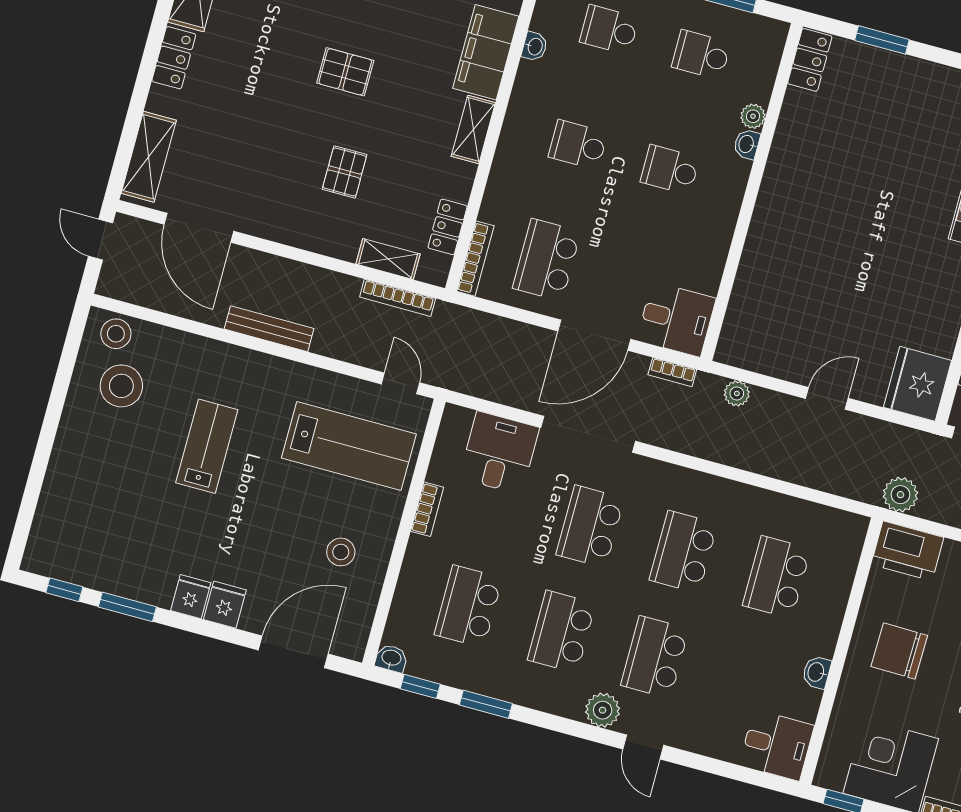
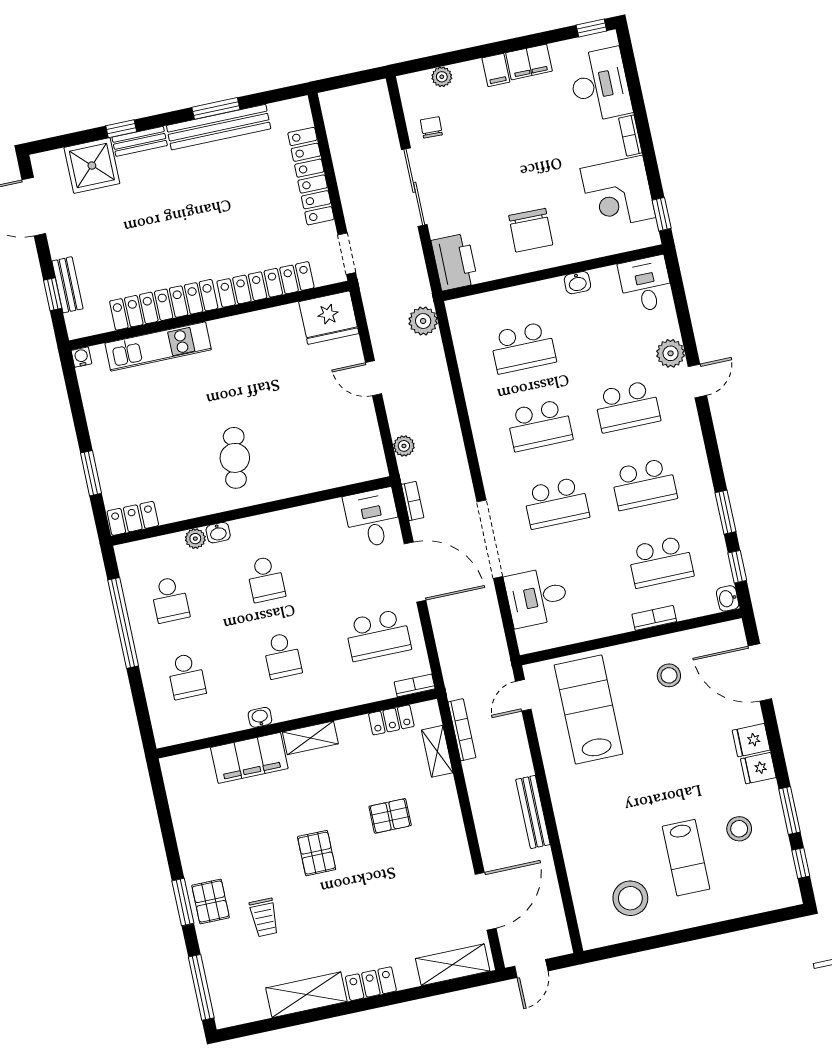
washbasin: (535, 46) -> (260, 717), moved
cafe table: (818, 204) -> (235, 458), added
bookcase: (475, 259) -> (415, 685), width x0.64
stool: (116, 334) -> (739, 829), moved
lab bench: (207, 446) -> (686, 858), moved, turned -90
plant: (900, 495) -> (423, 321), moved
bookcase: (427, 509) -> (654, 618), moved
plant: (603, 710) -> (671, 353), moved

